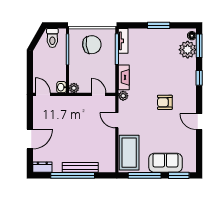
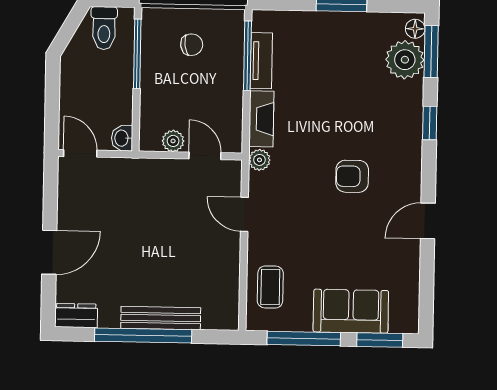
tv unit: (123, 41) -> (261, 61), moved
chair: (92, 45) -> (192, 45), width x0.54, depth x0.54
plant: (74, 88) -> (173, 141), moved
door: (199, 122) -> (428, 221), hinge flipped
coffee table: (129, 153) -> (270, 287), width x0.54, depth x0.58

